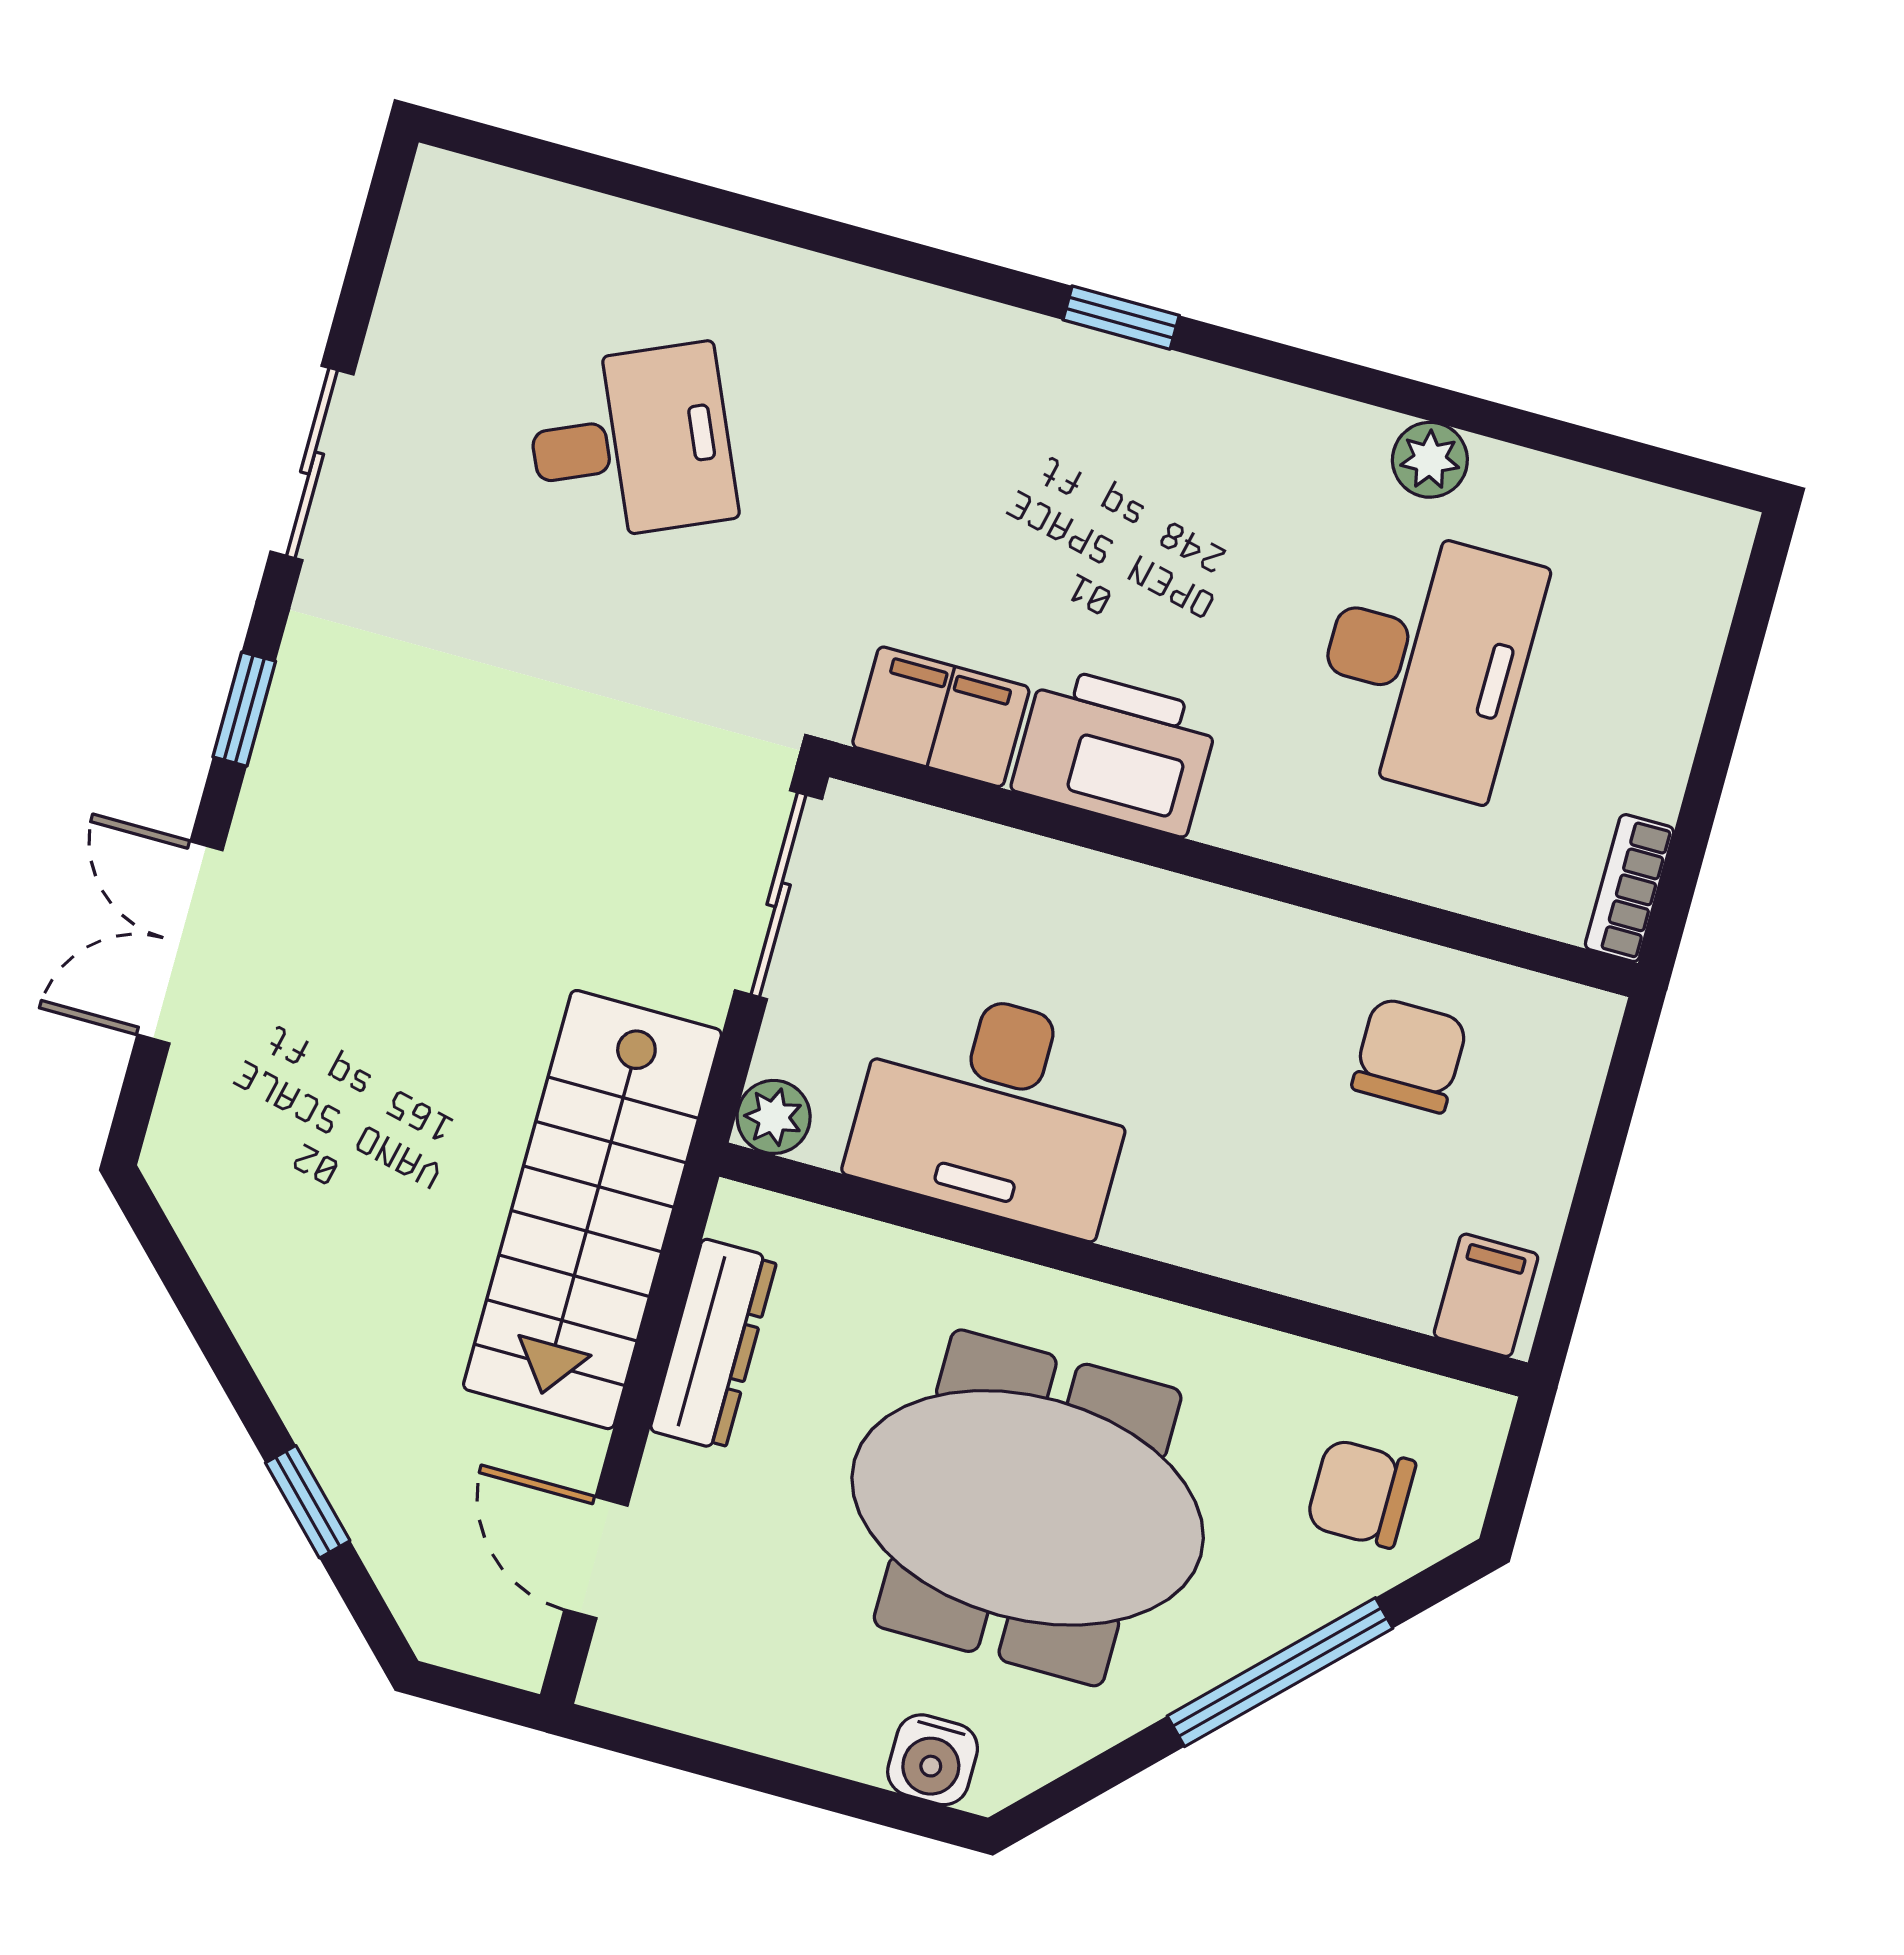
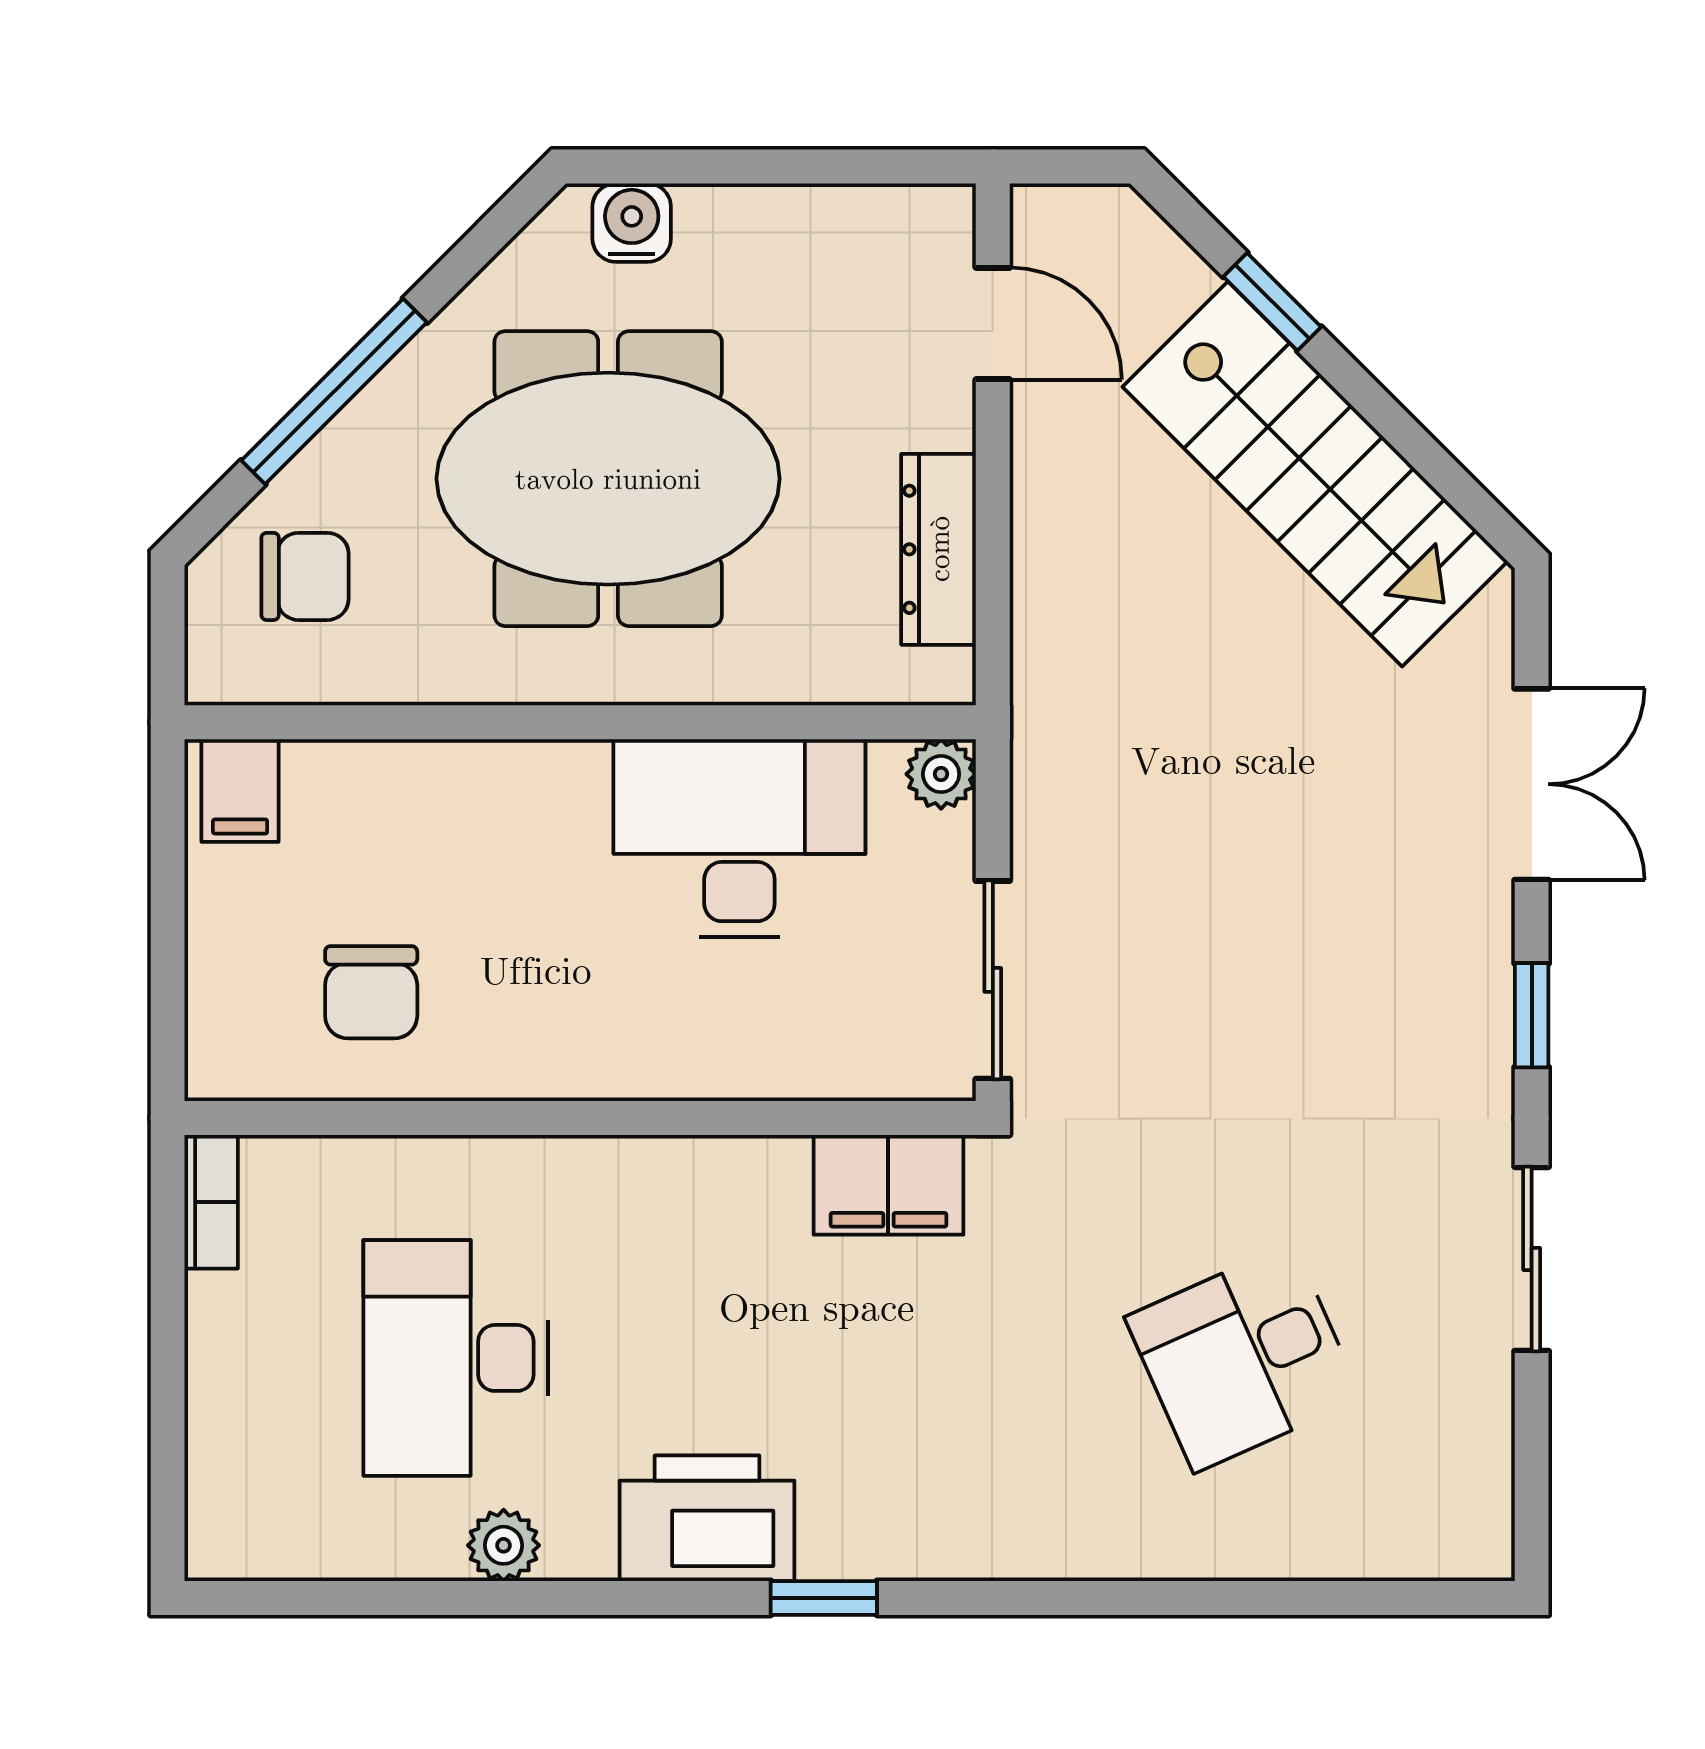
printer: (1115, 751) -> (707, 1518), moved, turned 180
stairs: (592, 1210) -> (1315, 474), moved, turned 135

